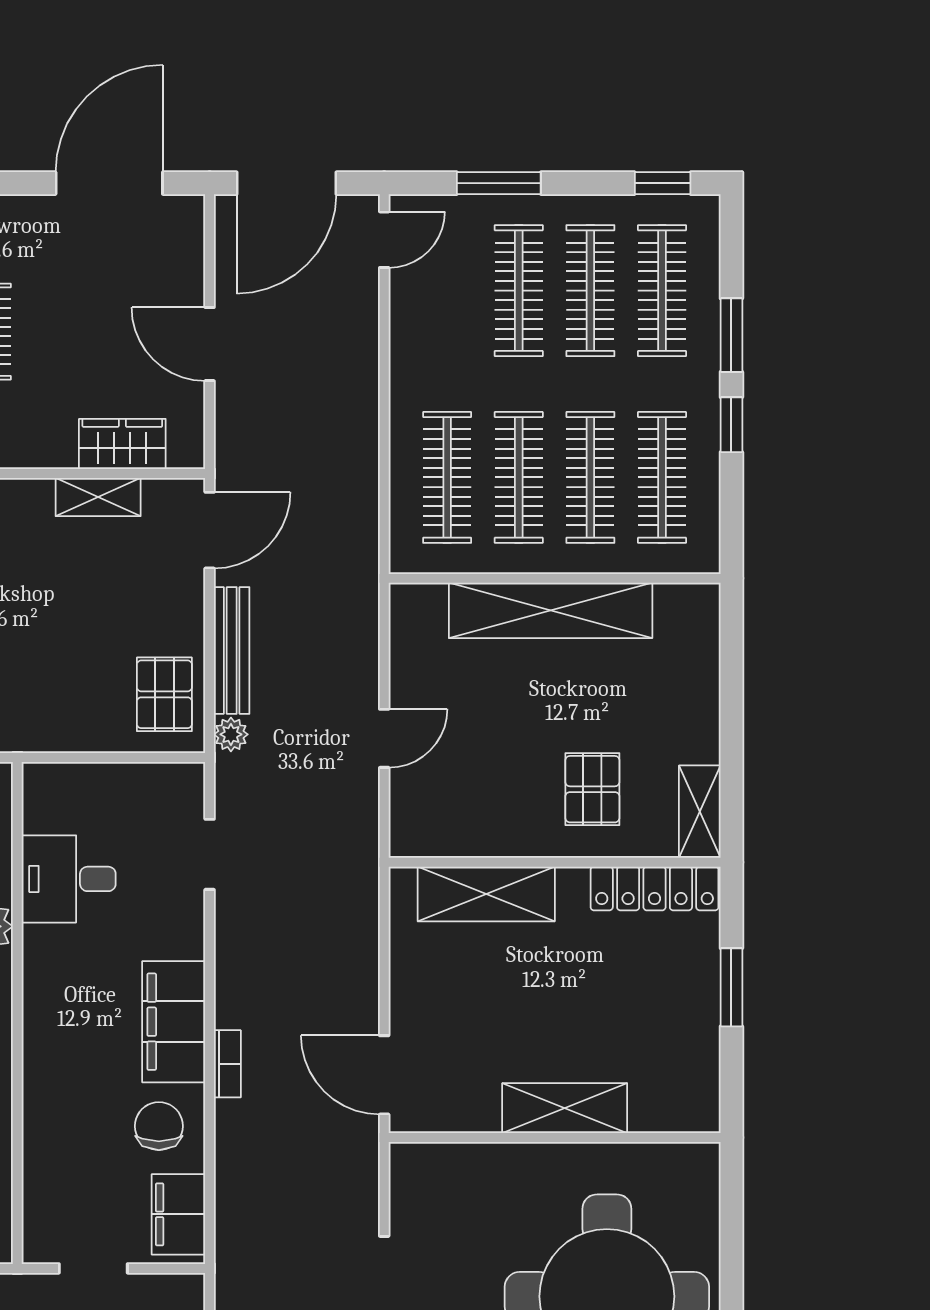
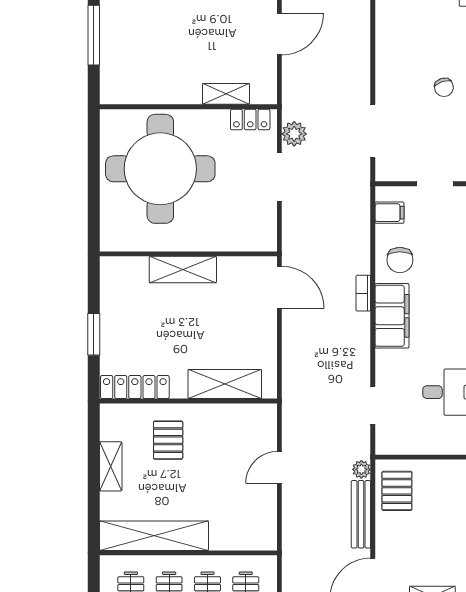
shelving: (551, 610) -> (154, 536), moved
shelving: (700, 812) -> (111, 466), moved
filing cabinet: (178, 1214) -> (389, 213), width x0.50

